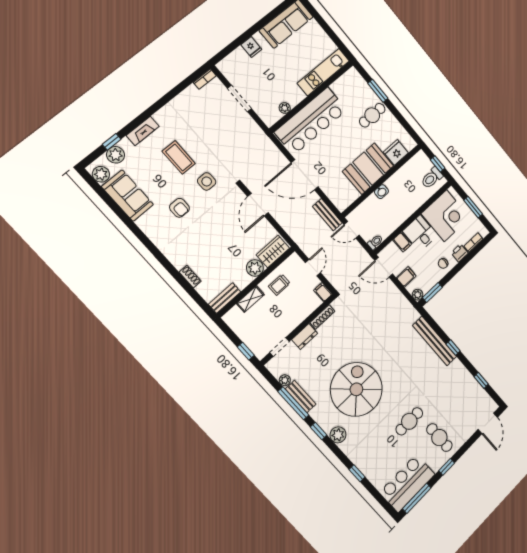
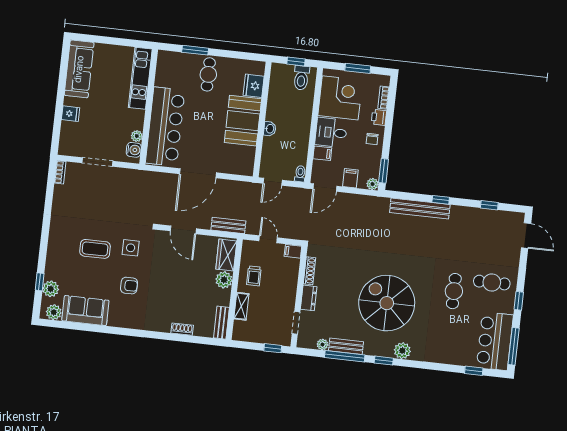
water cooler: (274, 115) -> (134, 150), added
fireplace: (143, 131) -> (53, 254), removed
bench: (327, 215) -> (228, 225), moved
window: (357, 473) -> (474, 371), moved

